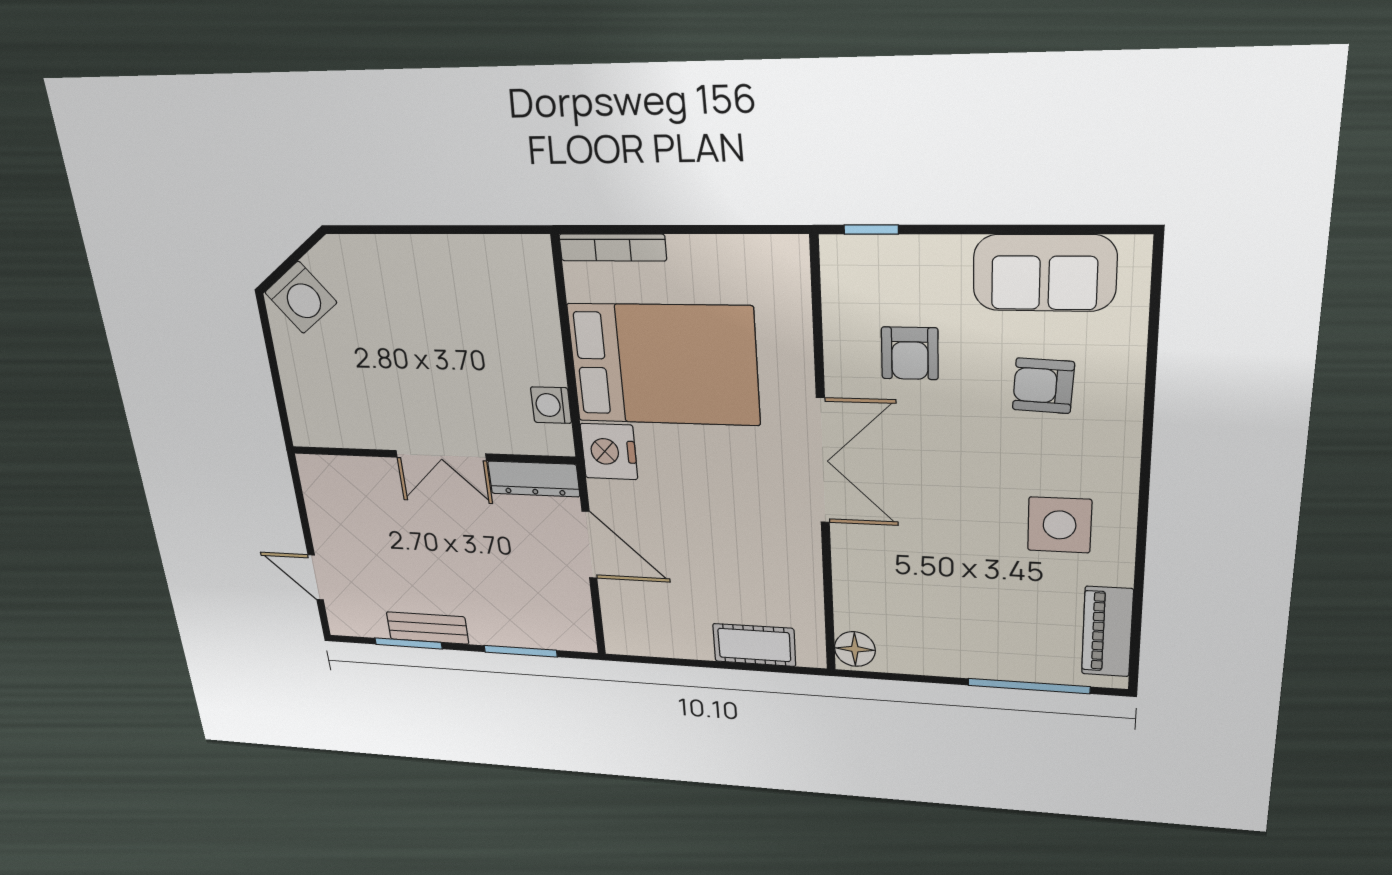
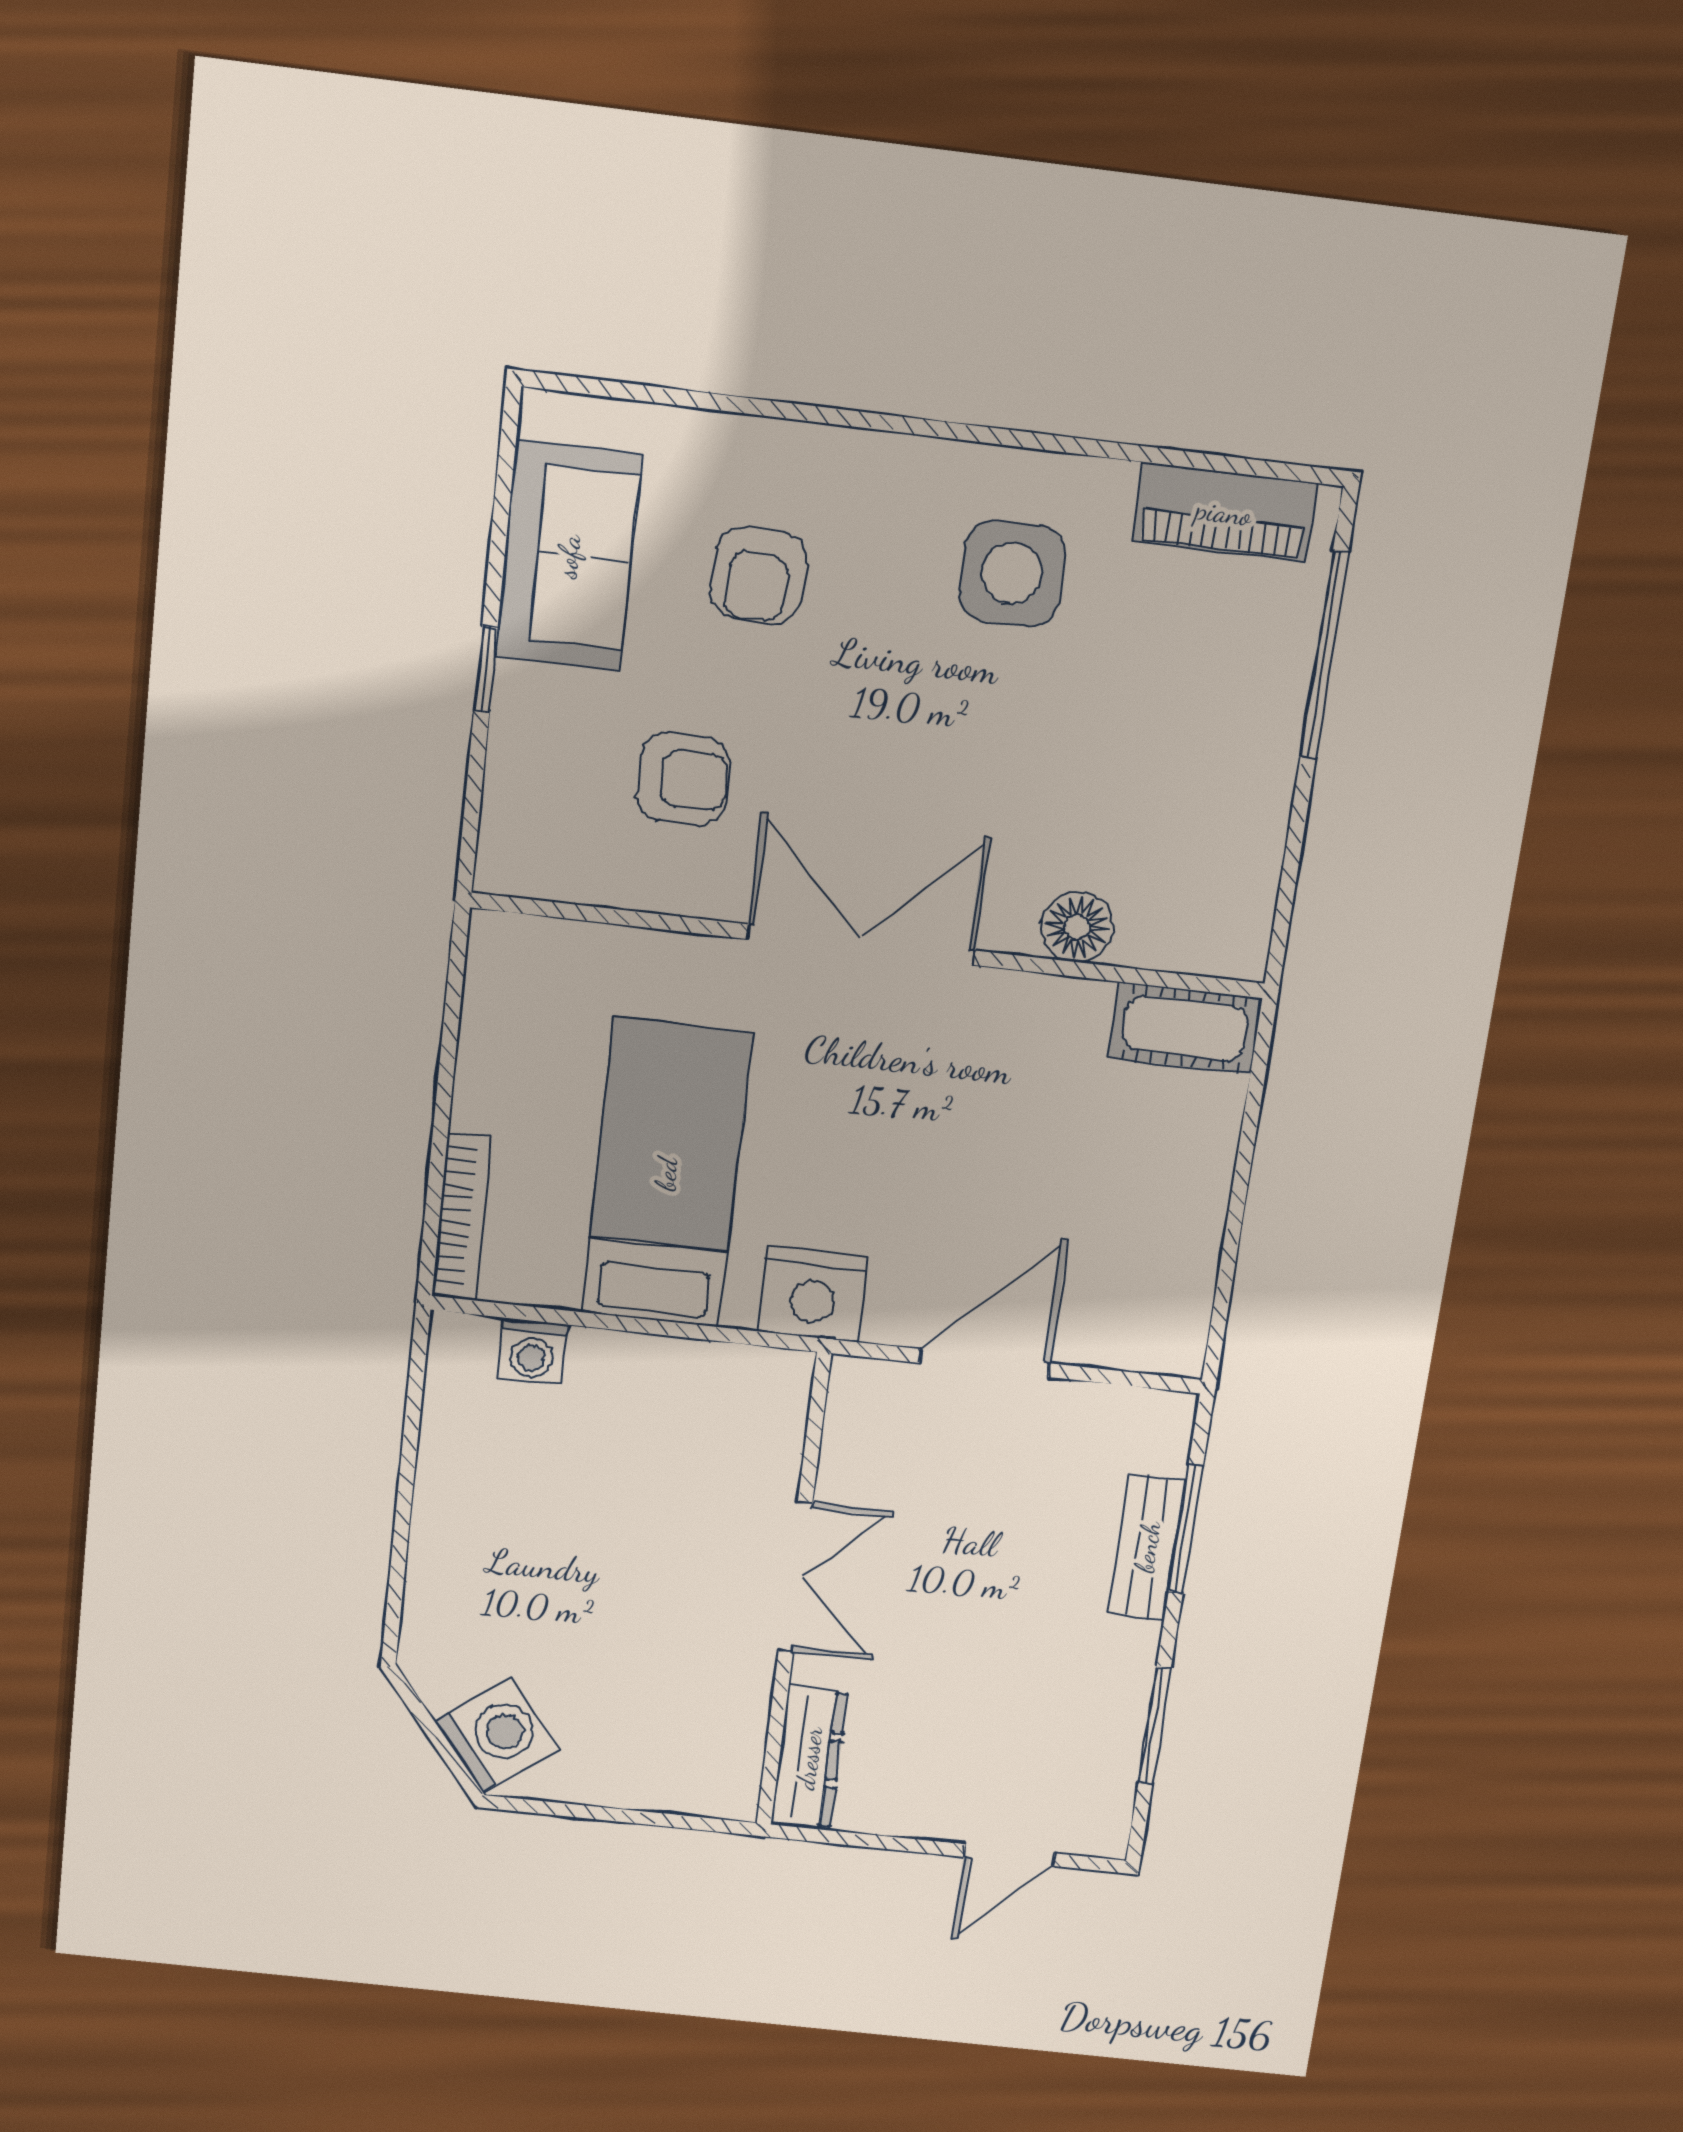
window: (871, 230) -> (486, 669), moved
bed: (664, 365) -> (666, 1174), width x0.67
washing machine: (551, 405) -> (532, 1352), moved
dresser: (534, 479) -> (809, 1758), moved
bench: (427, 628) -> (1147, 1547), moved
cot: (754, 645) -> (1185, 1028), moved, turned 90
floor lamp: (855, 649) -> (1077, 927), moved

